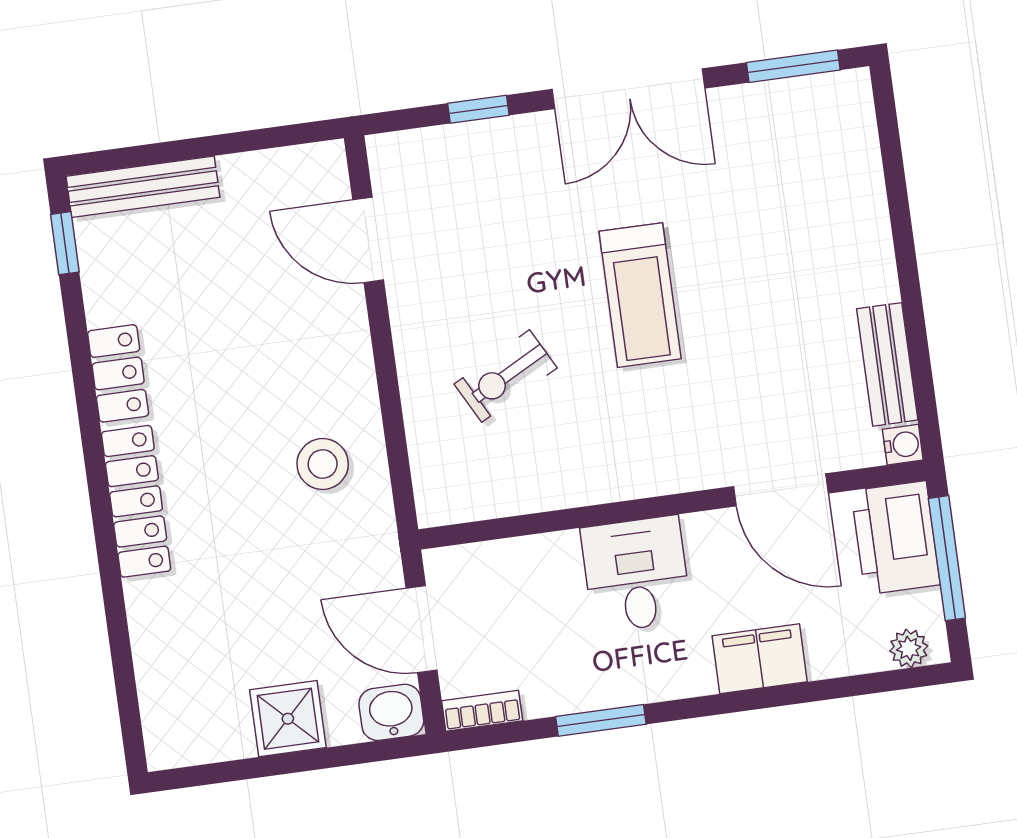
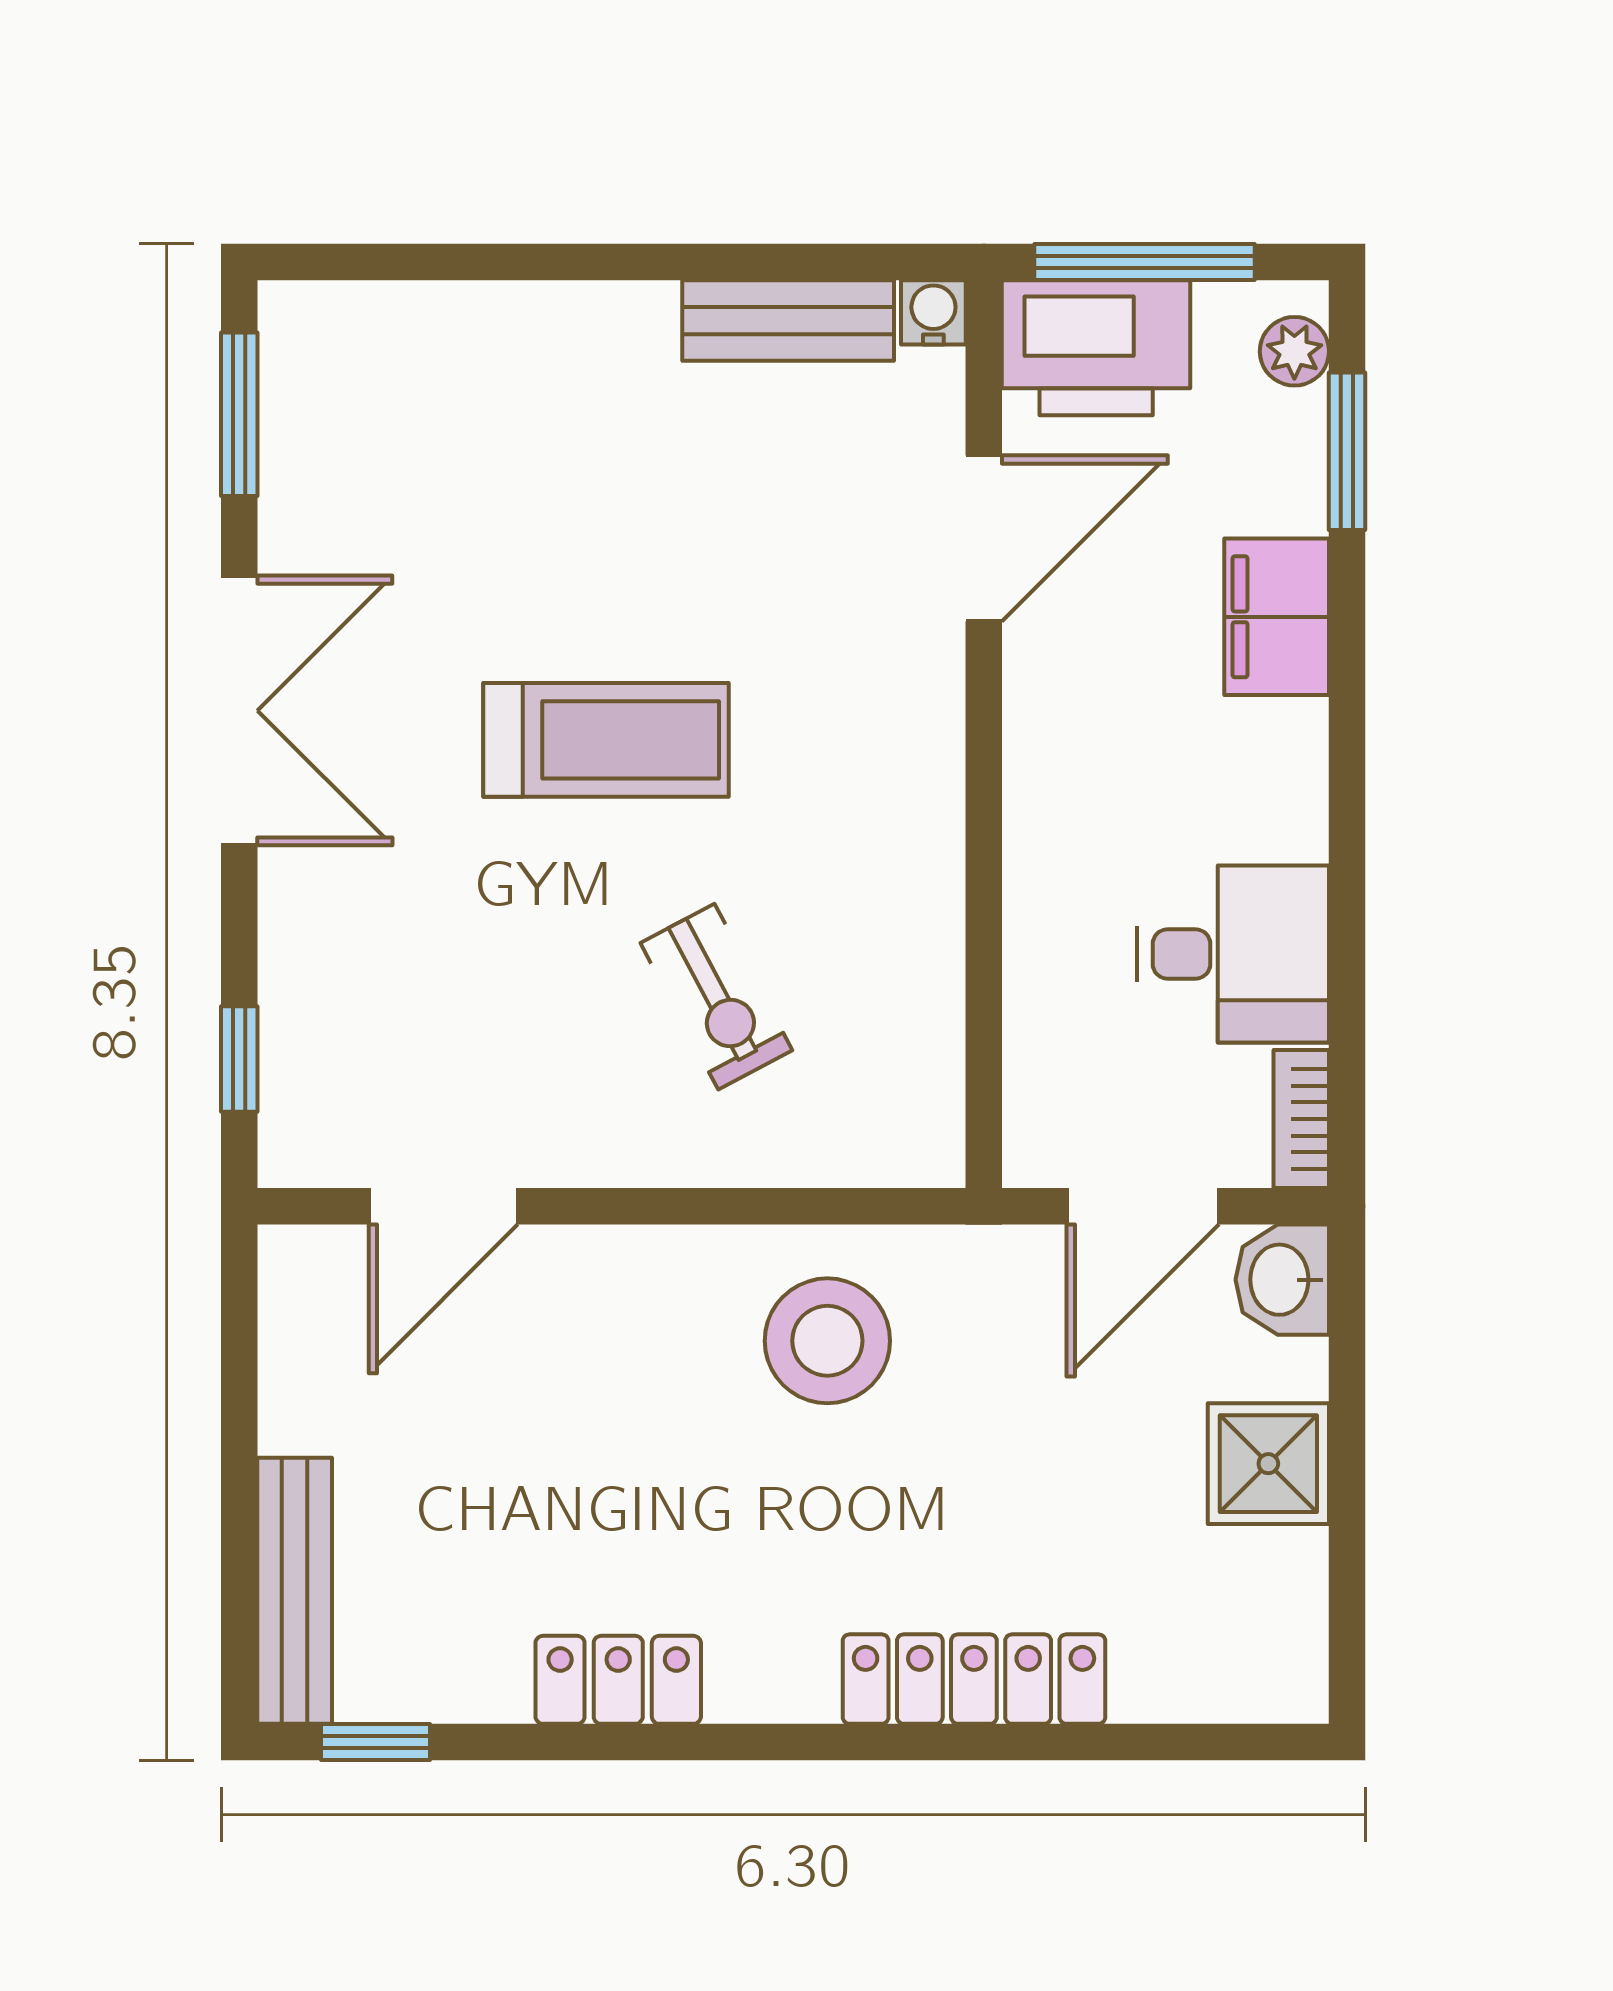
window: (478, 109) -> (239, 1059), moved
stool: (323, 464) -> (827, 1341), width x1.38, depth x1.38
locker: (136, 501) -> (974, 1679), moved
desk: (636, 574) -> (1233, 954), moved, turned 180
window: (601, 720) -> (1347, 451), moved

